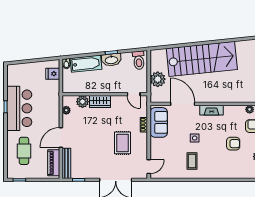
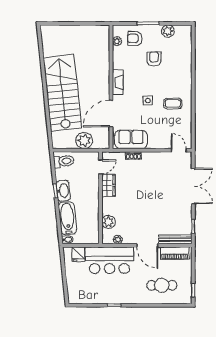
wardrobe: (100, 102) -> (108, 185), moved
bar counter: (19, 108) -> (110, 260), moved, turned 180
rug: (122, 143) -> (153, 179), removed

